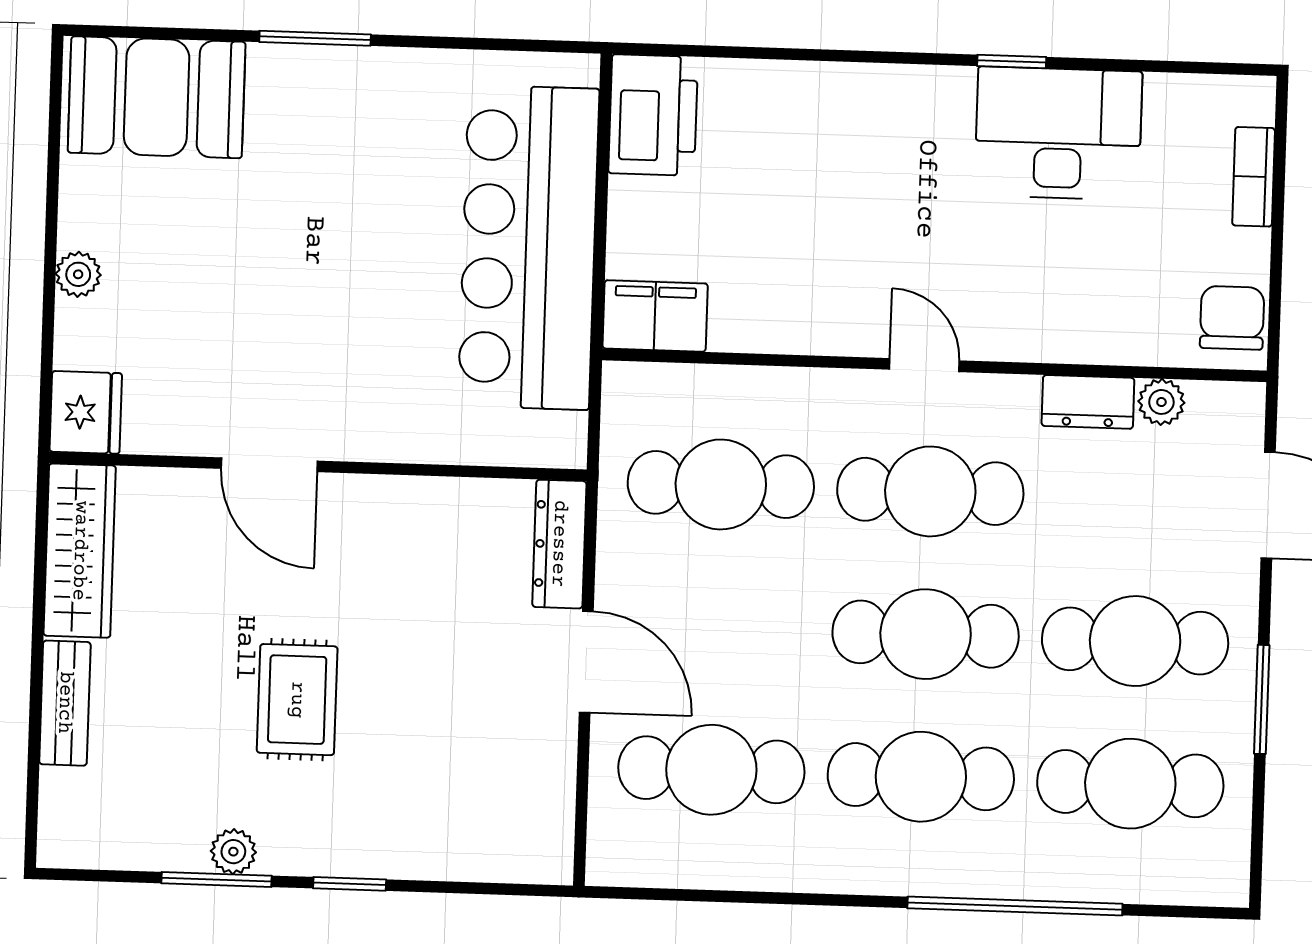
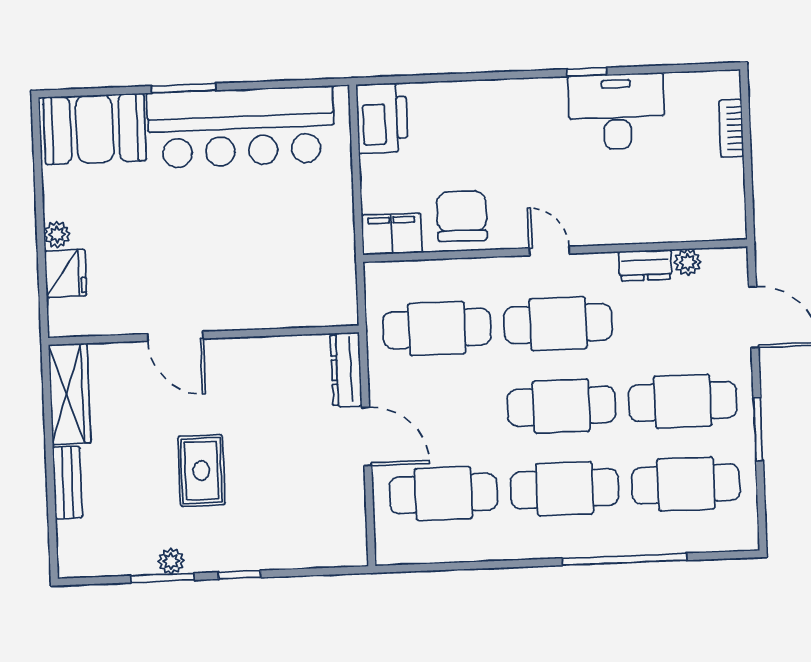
bar counter: (529, 247) -> (241, 127), moved, turned -90
chair: (1232, 318) -> (462, 216), moved, width x1.37, depth x1.37
fridge: (86, 412) -> (66, 273), moved

